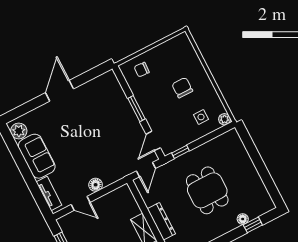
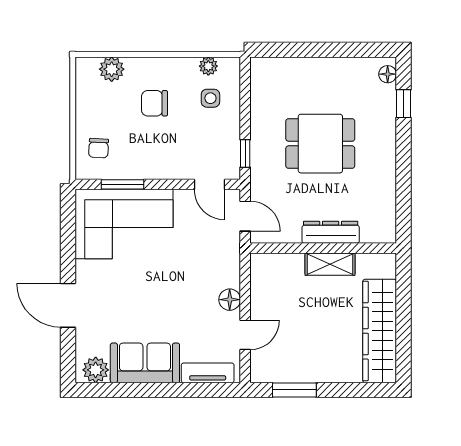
plant: (189, 54) -> (112, 69), added
door: (59, 91) -> (68, 305), moved
corner sofa: (107, 105) -> (124, 224), added
window: (137, 109) -> (122, 184), moved
plant: (224, 119) -> (208, 66), moved
floor lamp: (243, 219) -> (388, 74), moved

